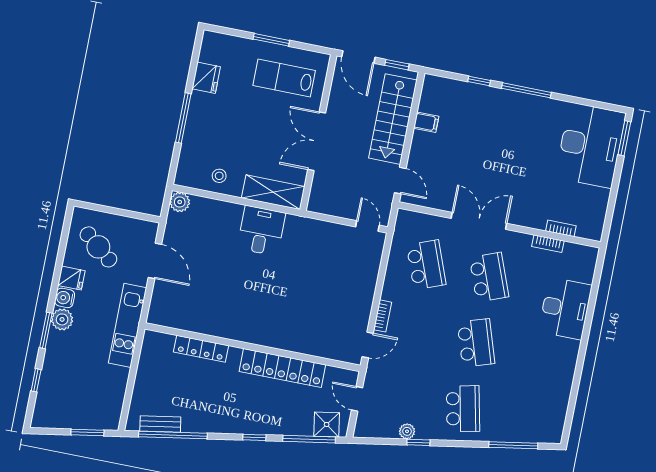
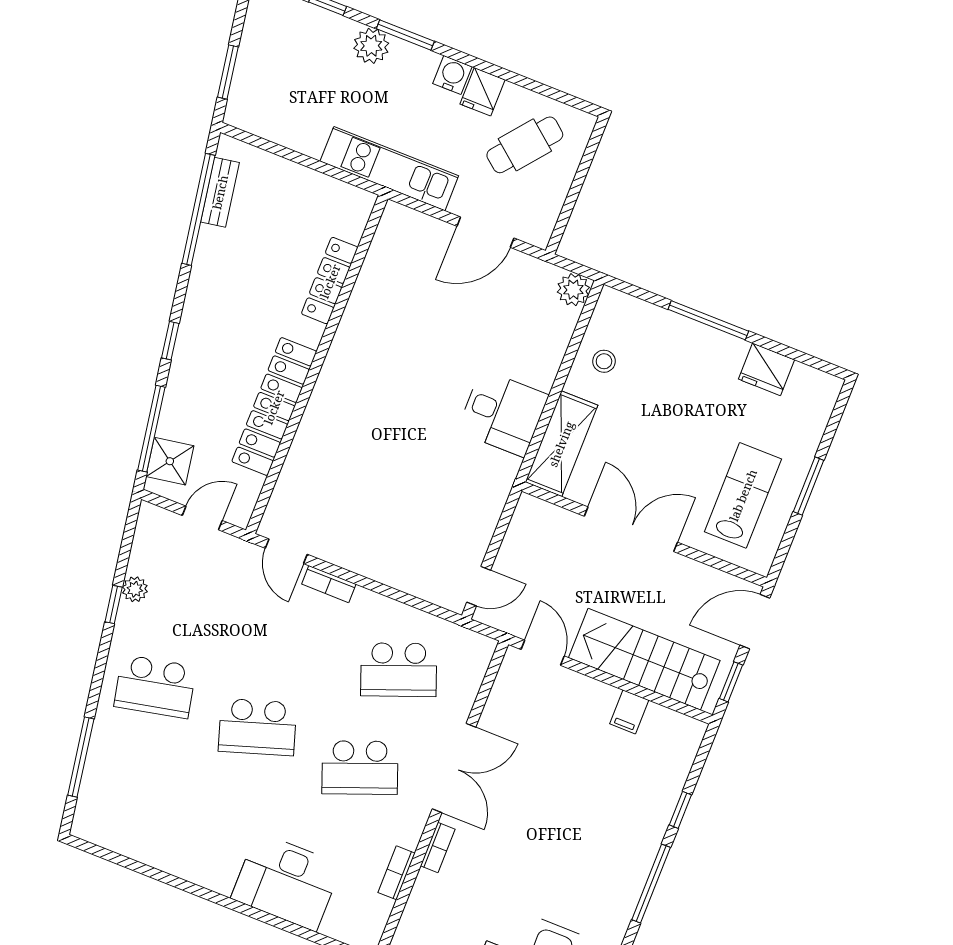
door: (400, 181) -> (543, 653), swing flipped
bookcase: (561, 228) -> (438, 848), moved
plant: (62, 319) -> (371, 46), moved

